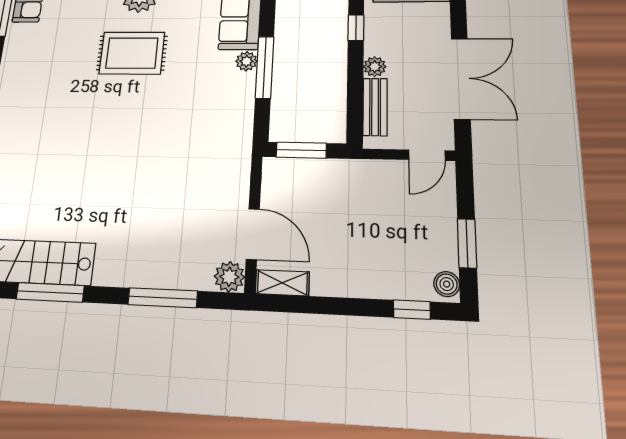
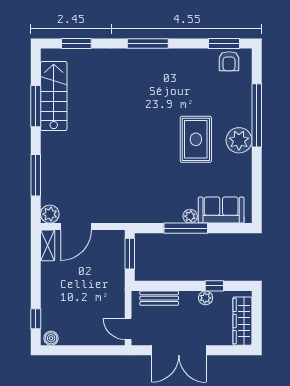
plant: (375, 67) -> (206, 298), moved
window: (467, 243) -> (75, 350), removed

